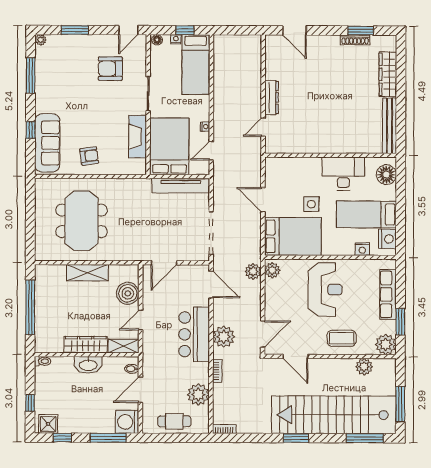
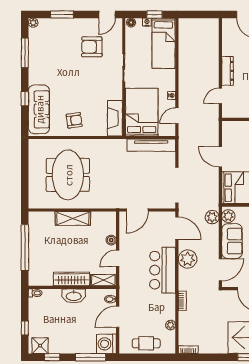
fireplace: (138, 137) -> (115, 118), moved
boiler: (128, 293) -> (111, 240), width x0.54, depth x0.54
sofa: (277, 300) -> (232, 241), added
plant: (224, 337) -> (188, 259), moved
plant: (198, 395) -> (171, 325), width x0.53, depth x0.53

